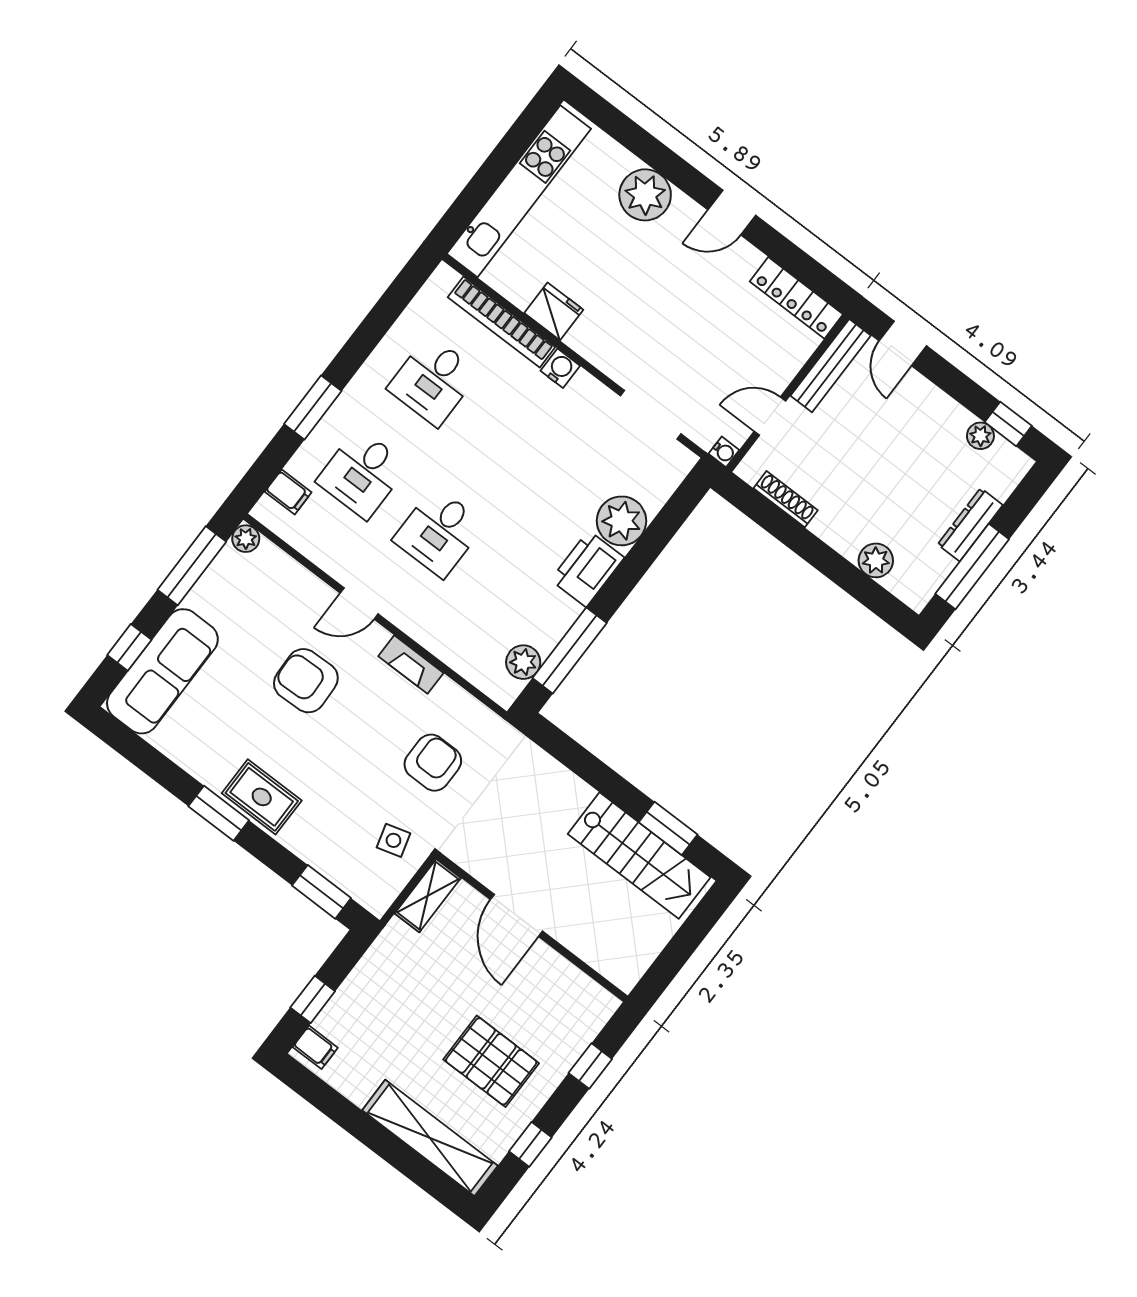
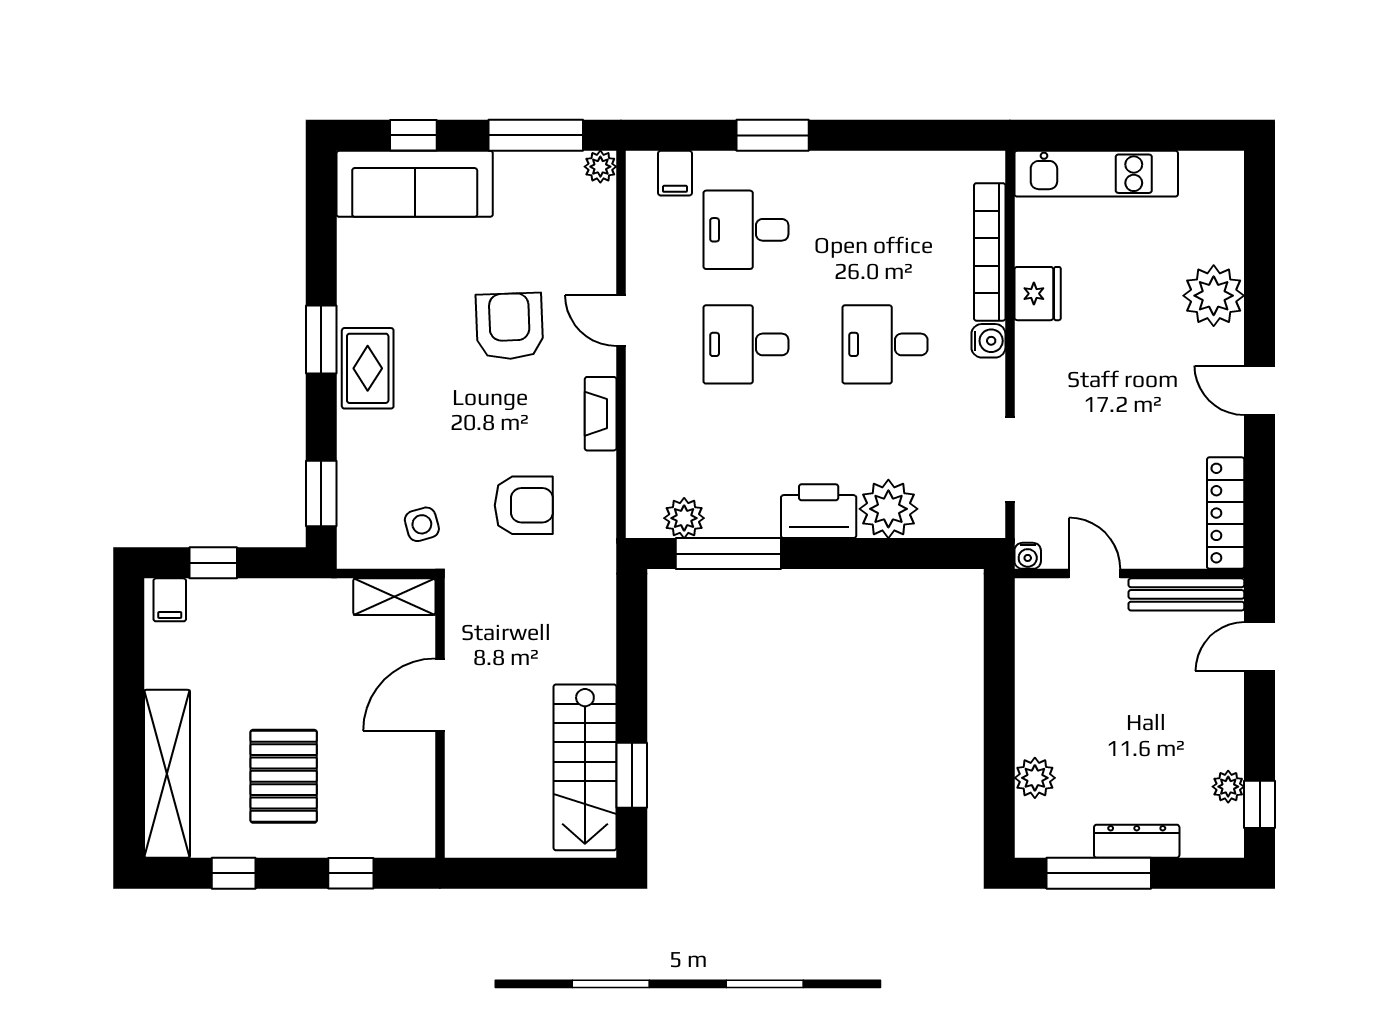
kitchen unit: (519, 191) -> (1096, 174), width x0.73
desk: (433, 381) -> (885, 344), moved
shoe rack: (786, 499) -> (1028, 648), removed

